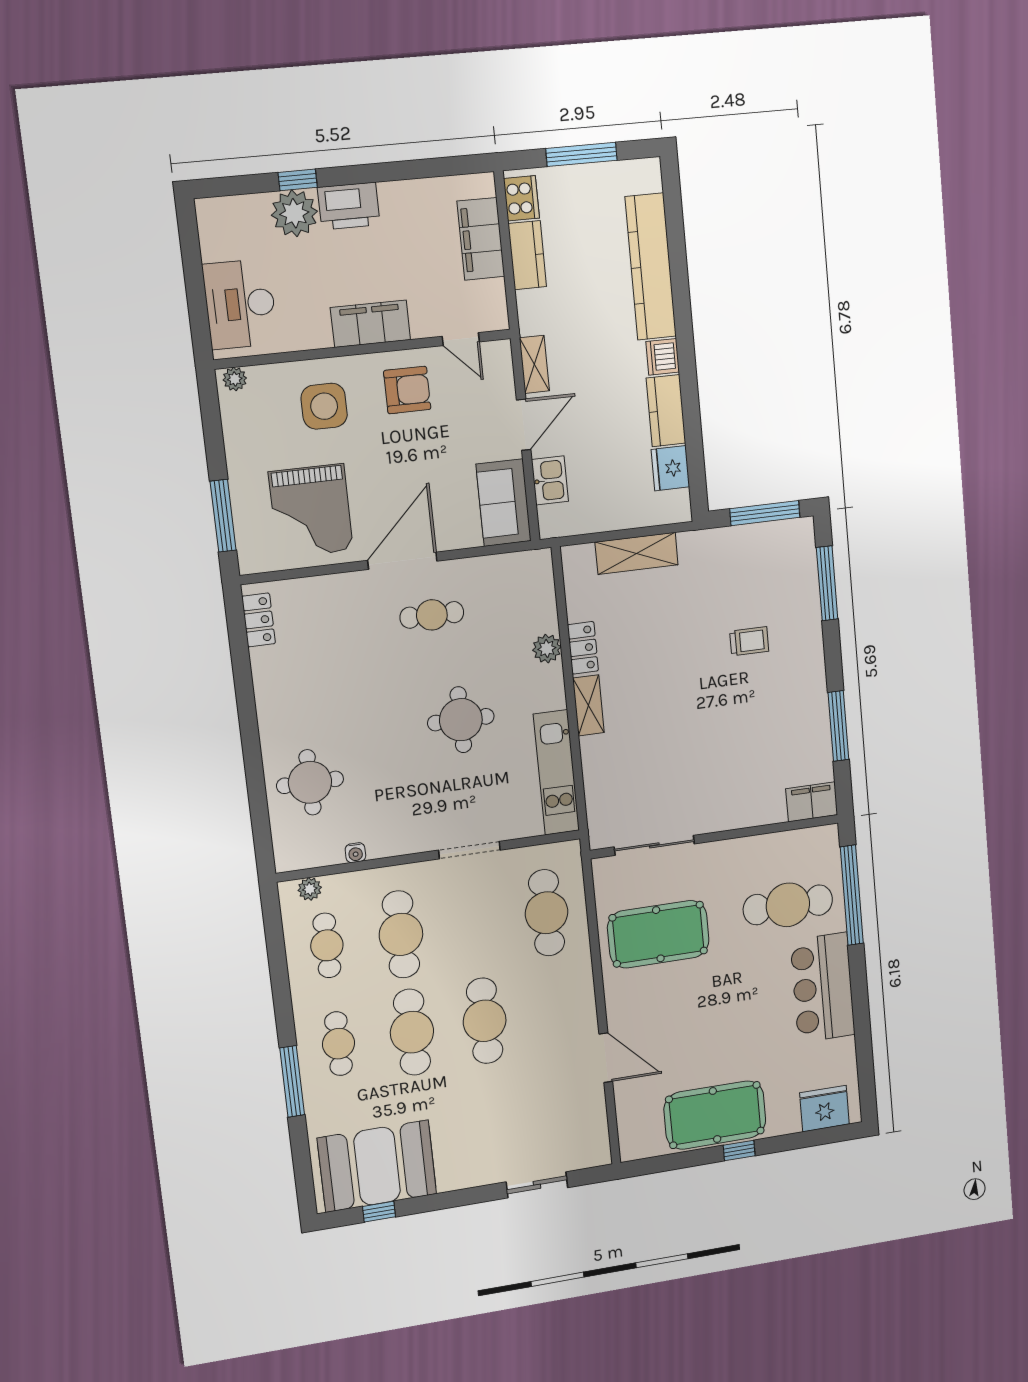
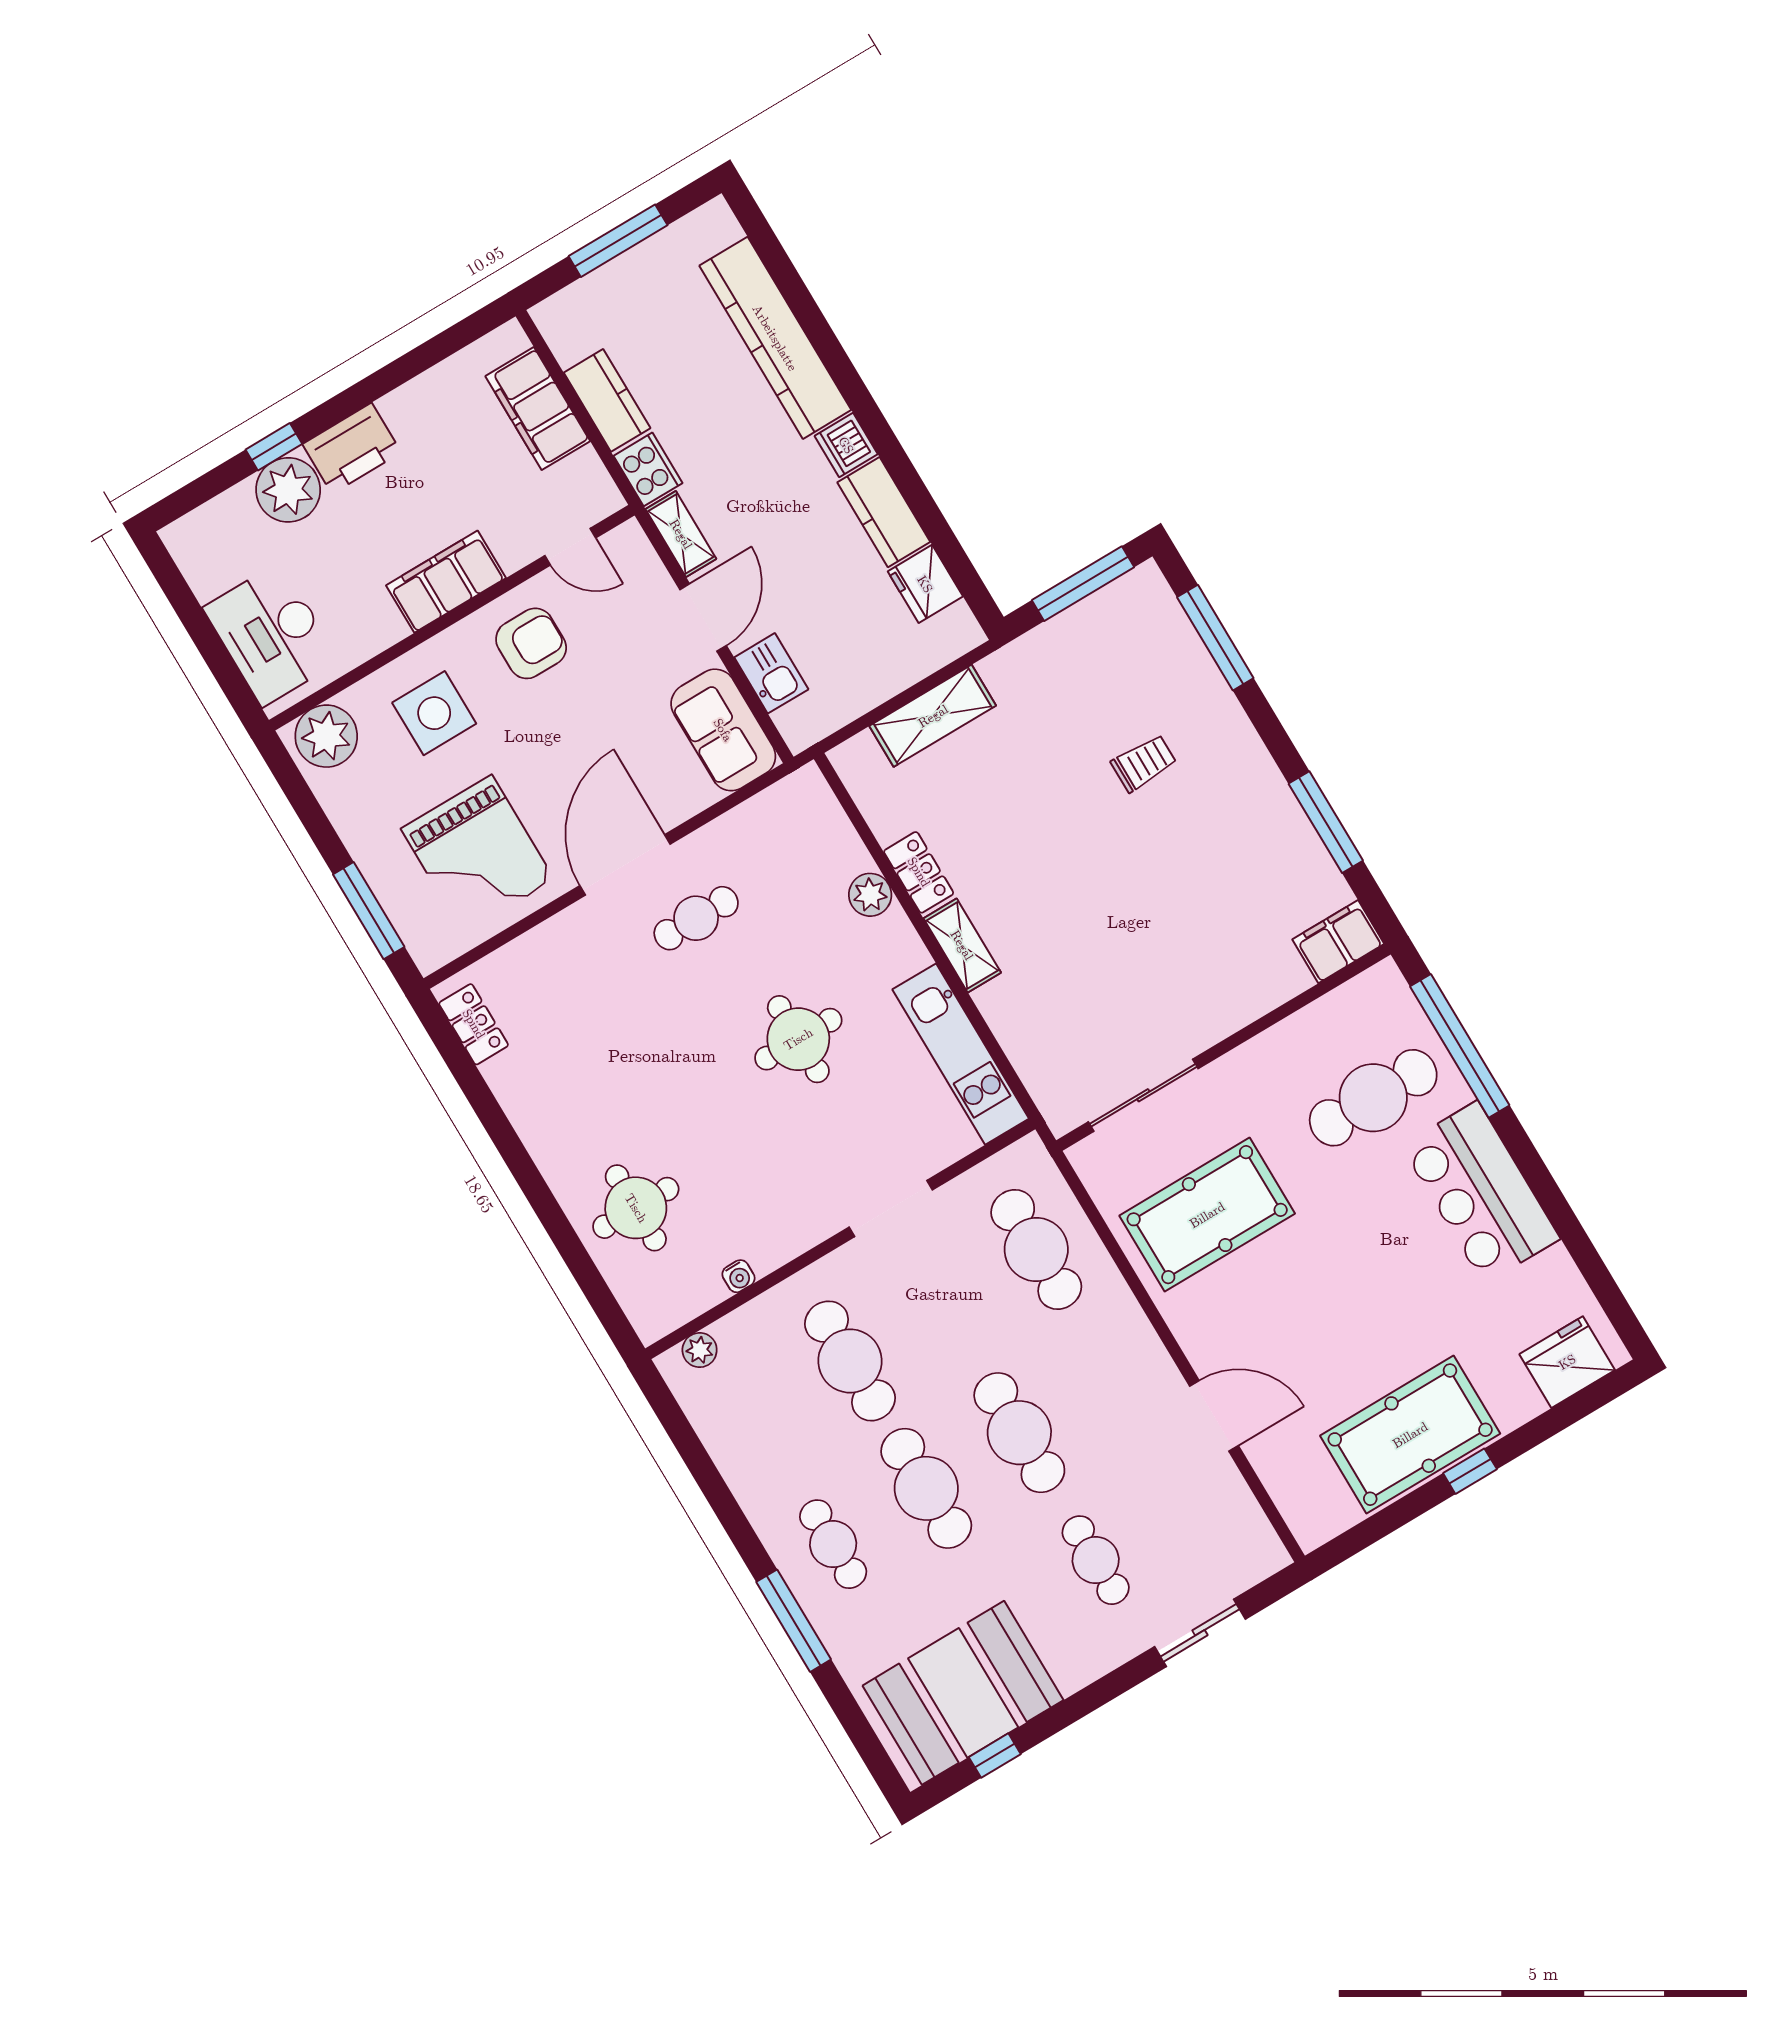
cooker: (521, 198) -> (648, 469), moved
plant: (235, 379) -> (326, 736), width x1.87, depth x1.87
cafe table: (327, 945) -> (1096, 1560), moved

